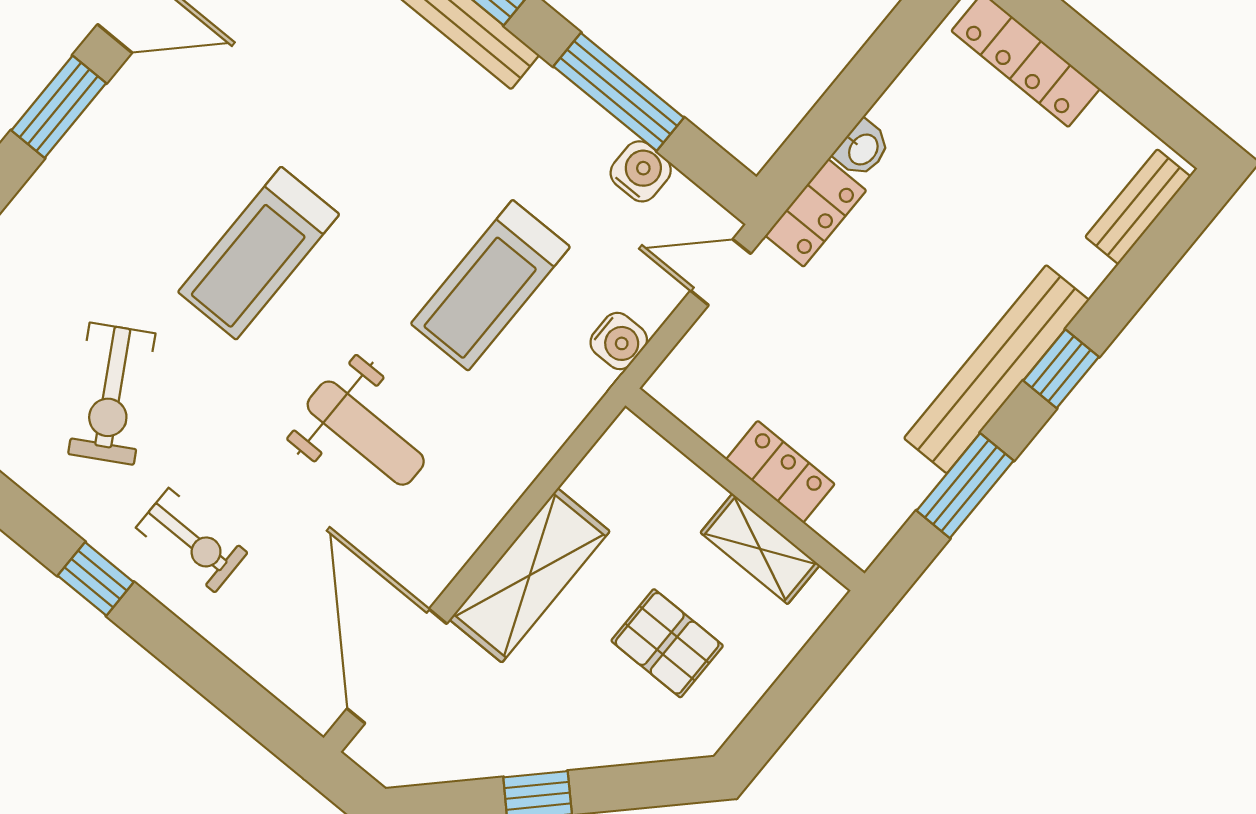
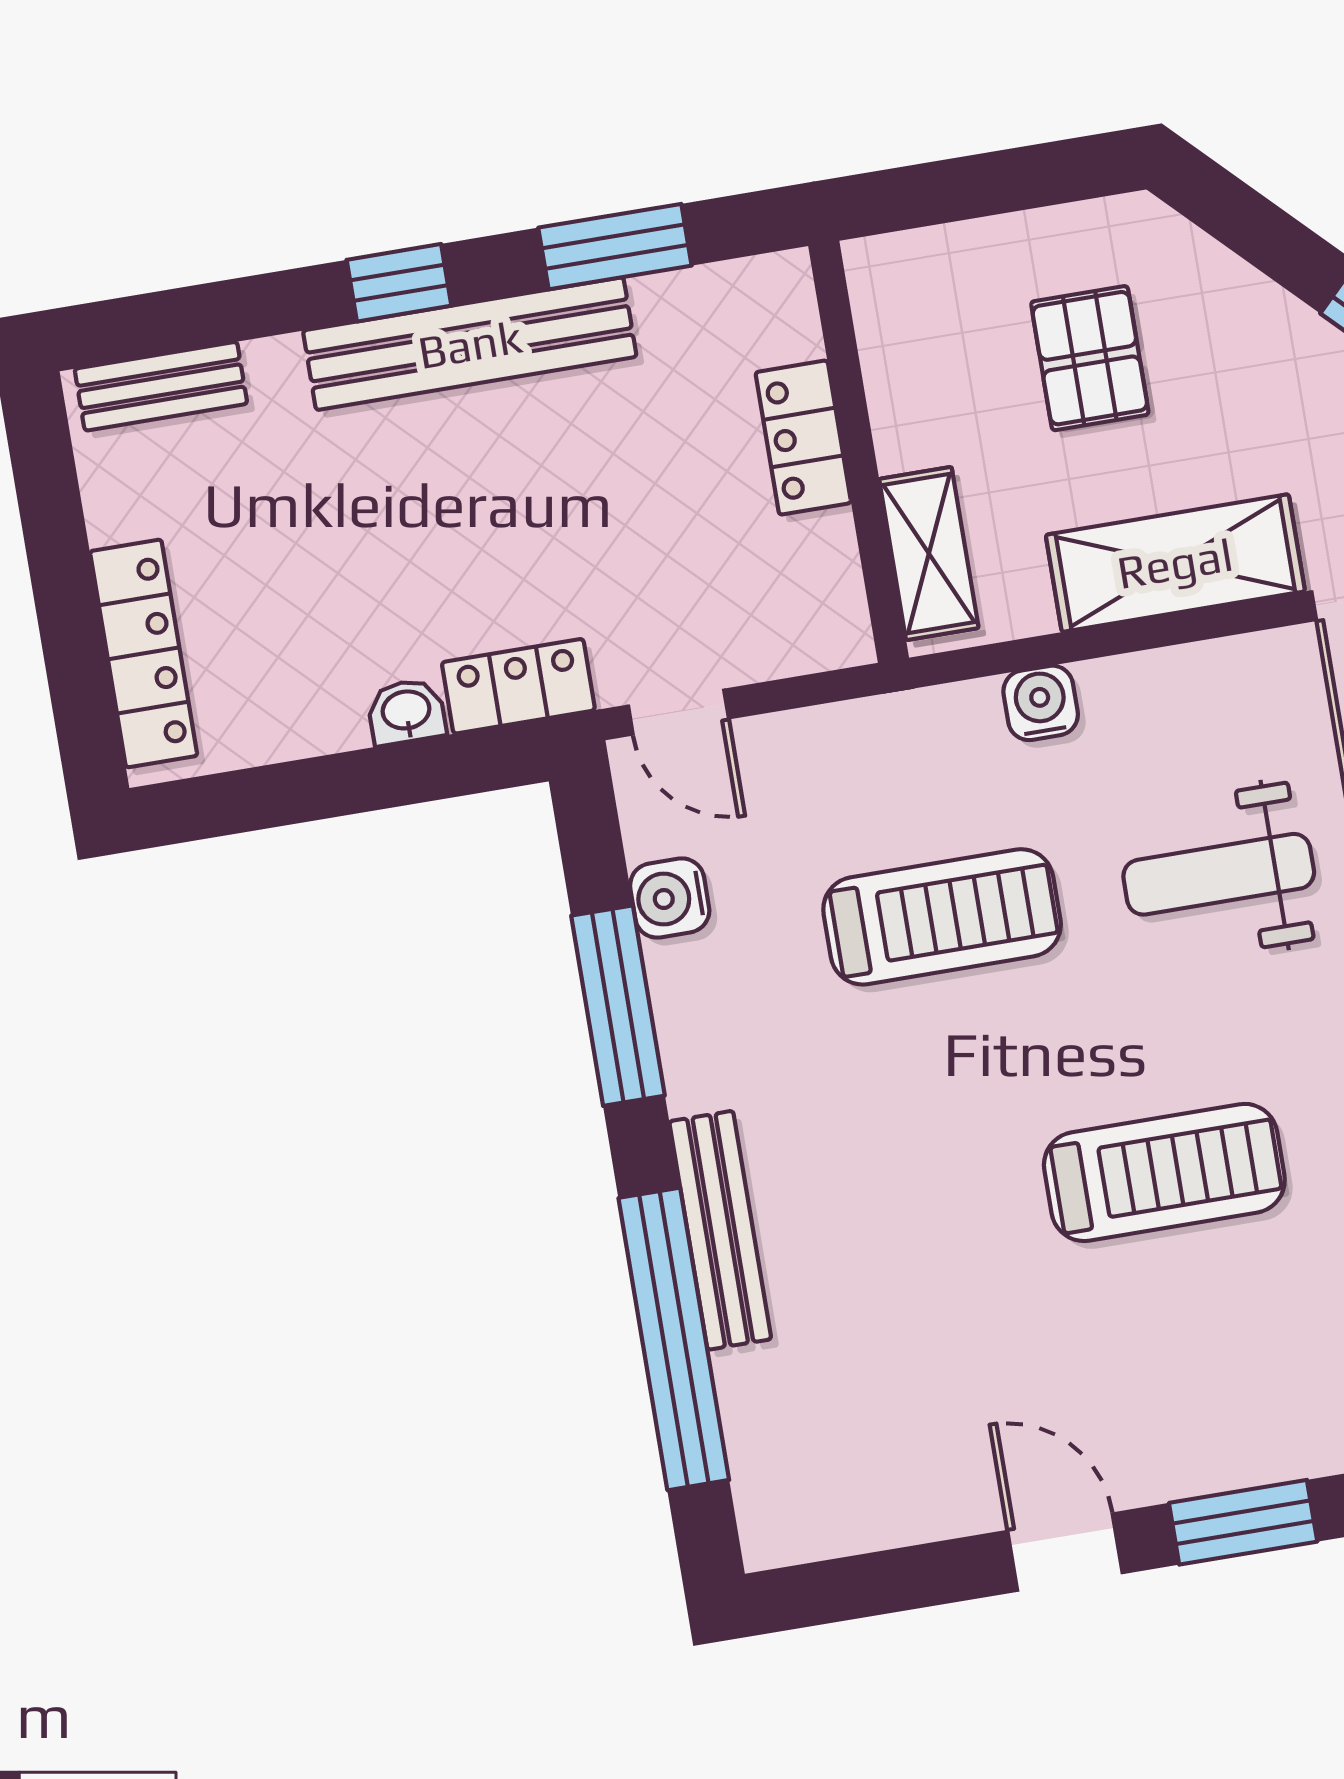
water cooler: (619, 341) -> (1041, 703), moved
weight bench: (366, 433) -> (1219, 874), turned -90
shelving: (760, 549) -> (929, 554), moved

